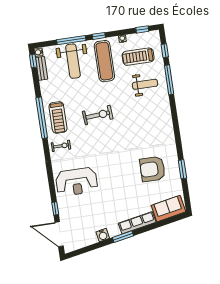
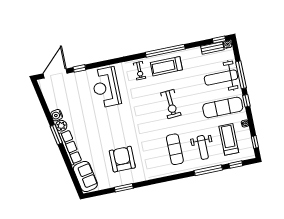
exercise mat: (145, 113) -> (175, 149), added
plant: (114, 231) -> (61, 126), added

